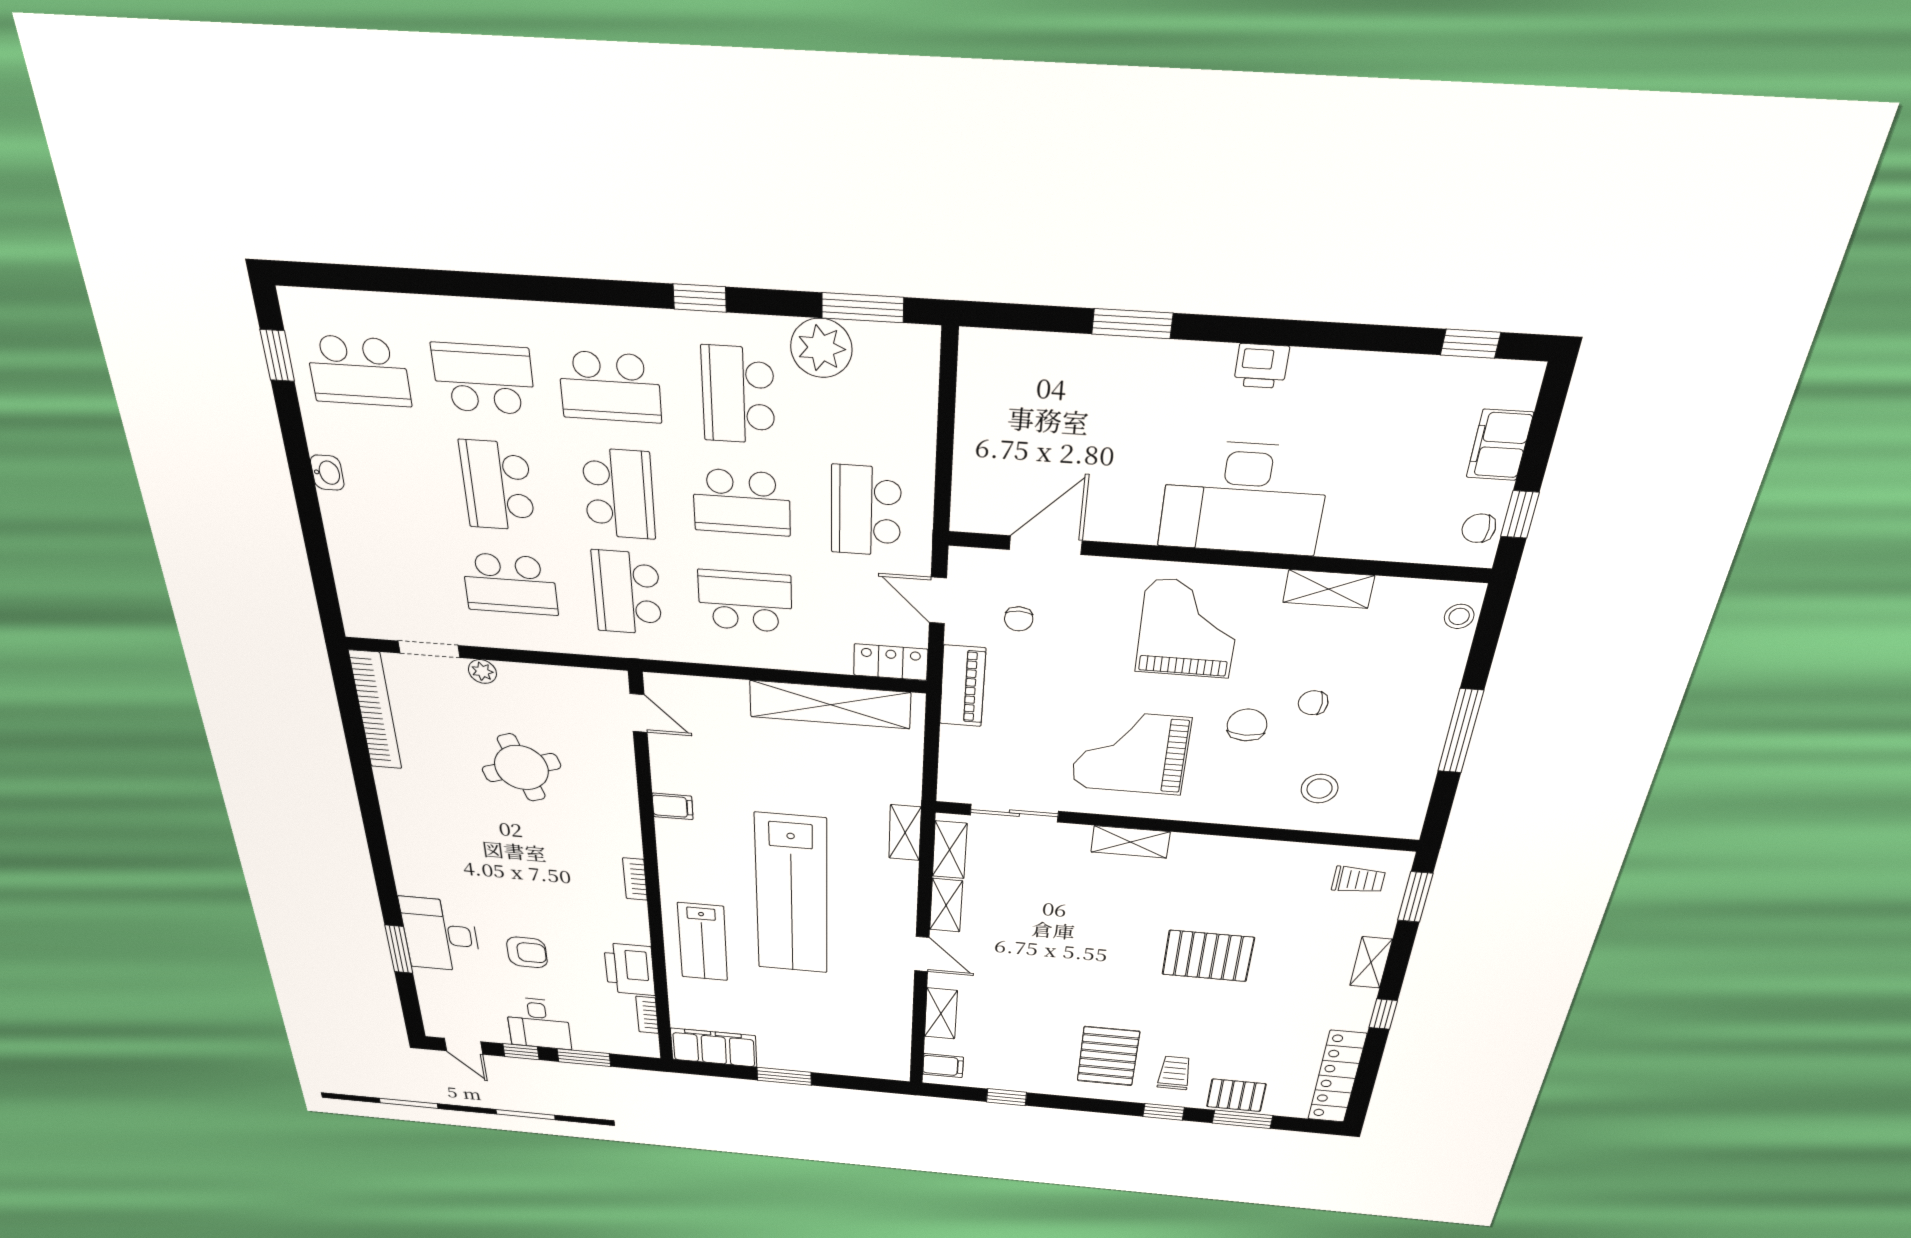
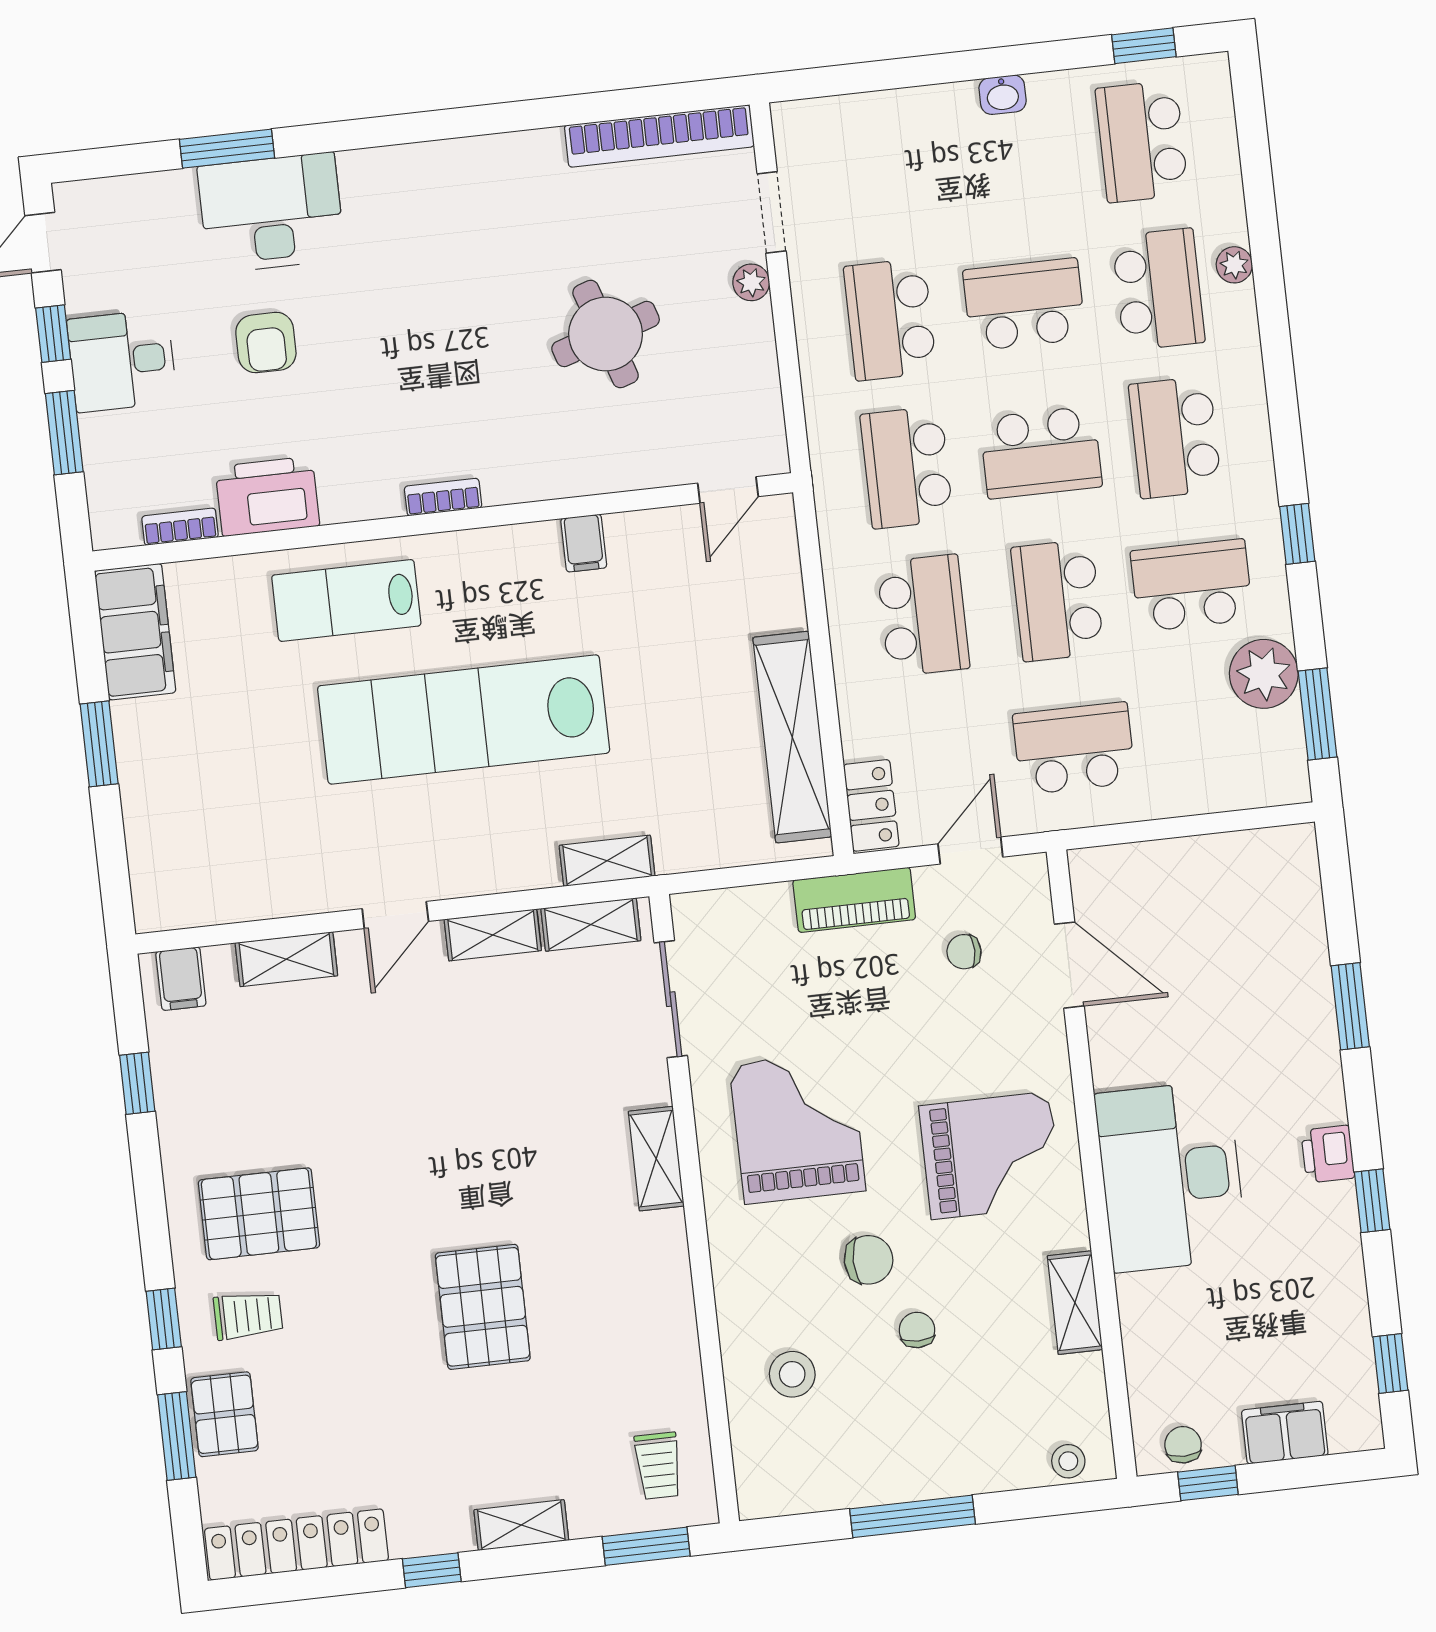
plant: (461, 312) -> (1234, 265), added
window: (1315, 334) -> (1372, 1201), added
school desk: (627, 593) -> (907, 467), turned -90

